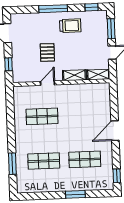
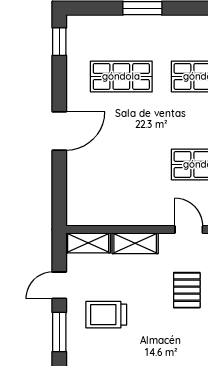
trolley: (70, 26) -> (106, 315), moved
door: (48, 83) -> (189, 229), swing flipped

